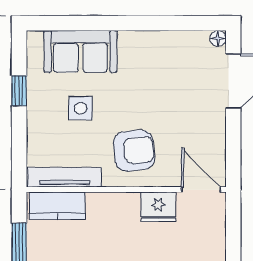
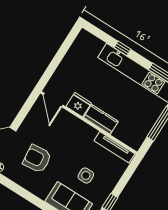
armchair: (134, 151) -> (37, 159), moved
kitchen counter: (57, 206) -> (101, 119), moved

